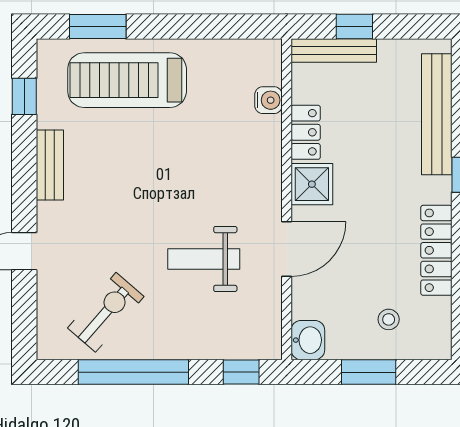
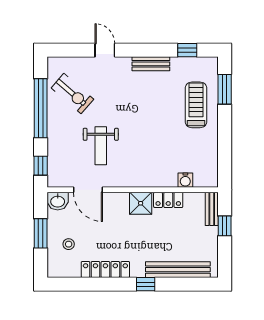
bench: (334, 50) -> (212, 209), width x0.73
treadmill: (127, 80) -> (196, 105), width x0.73, depth x0.73
door: (287, 249) -> (88, 190), moved
weight bench: (204, 259) -> (101, 146), turned 180

